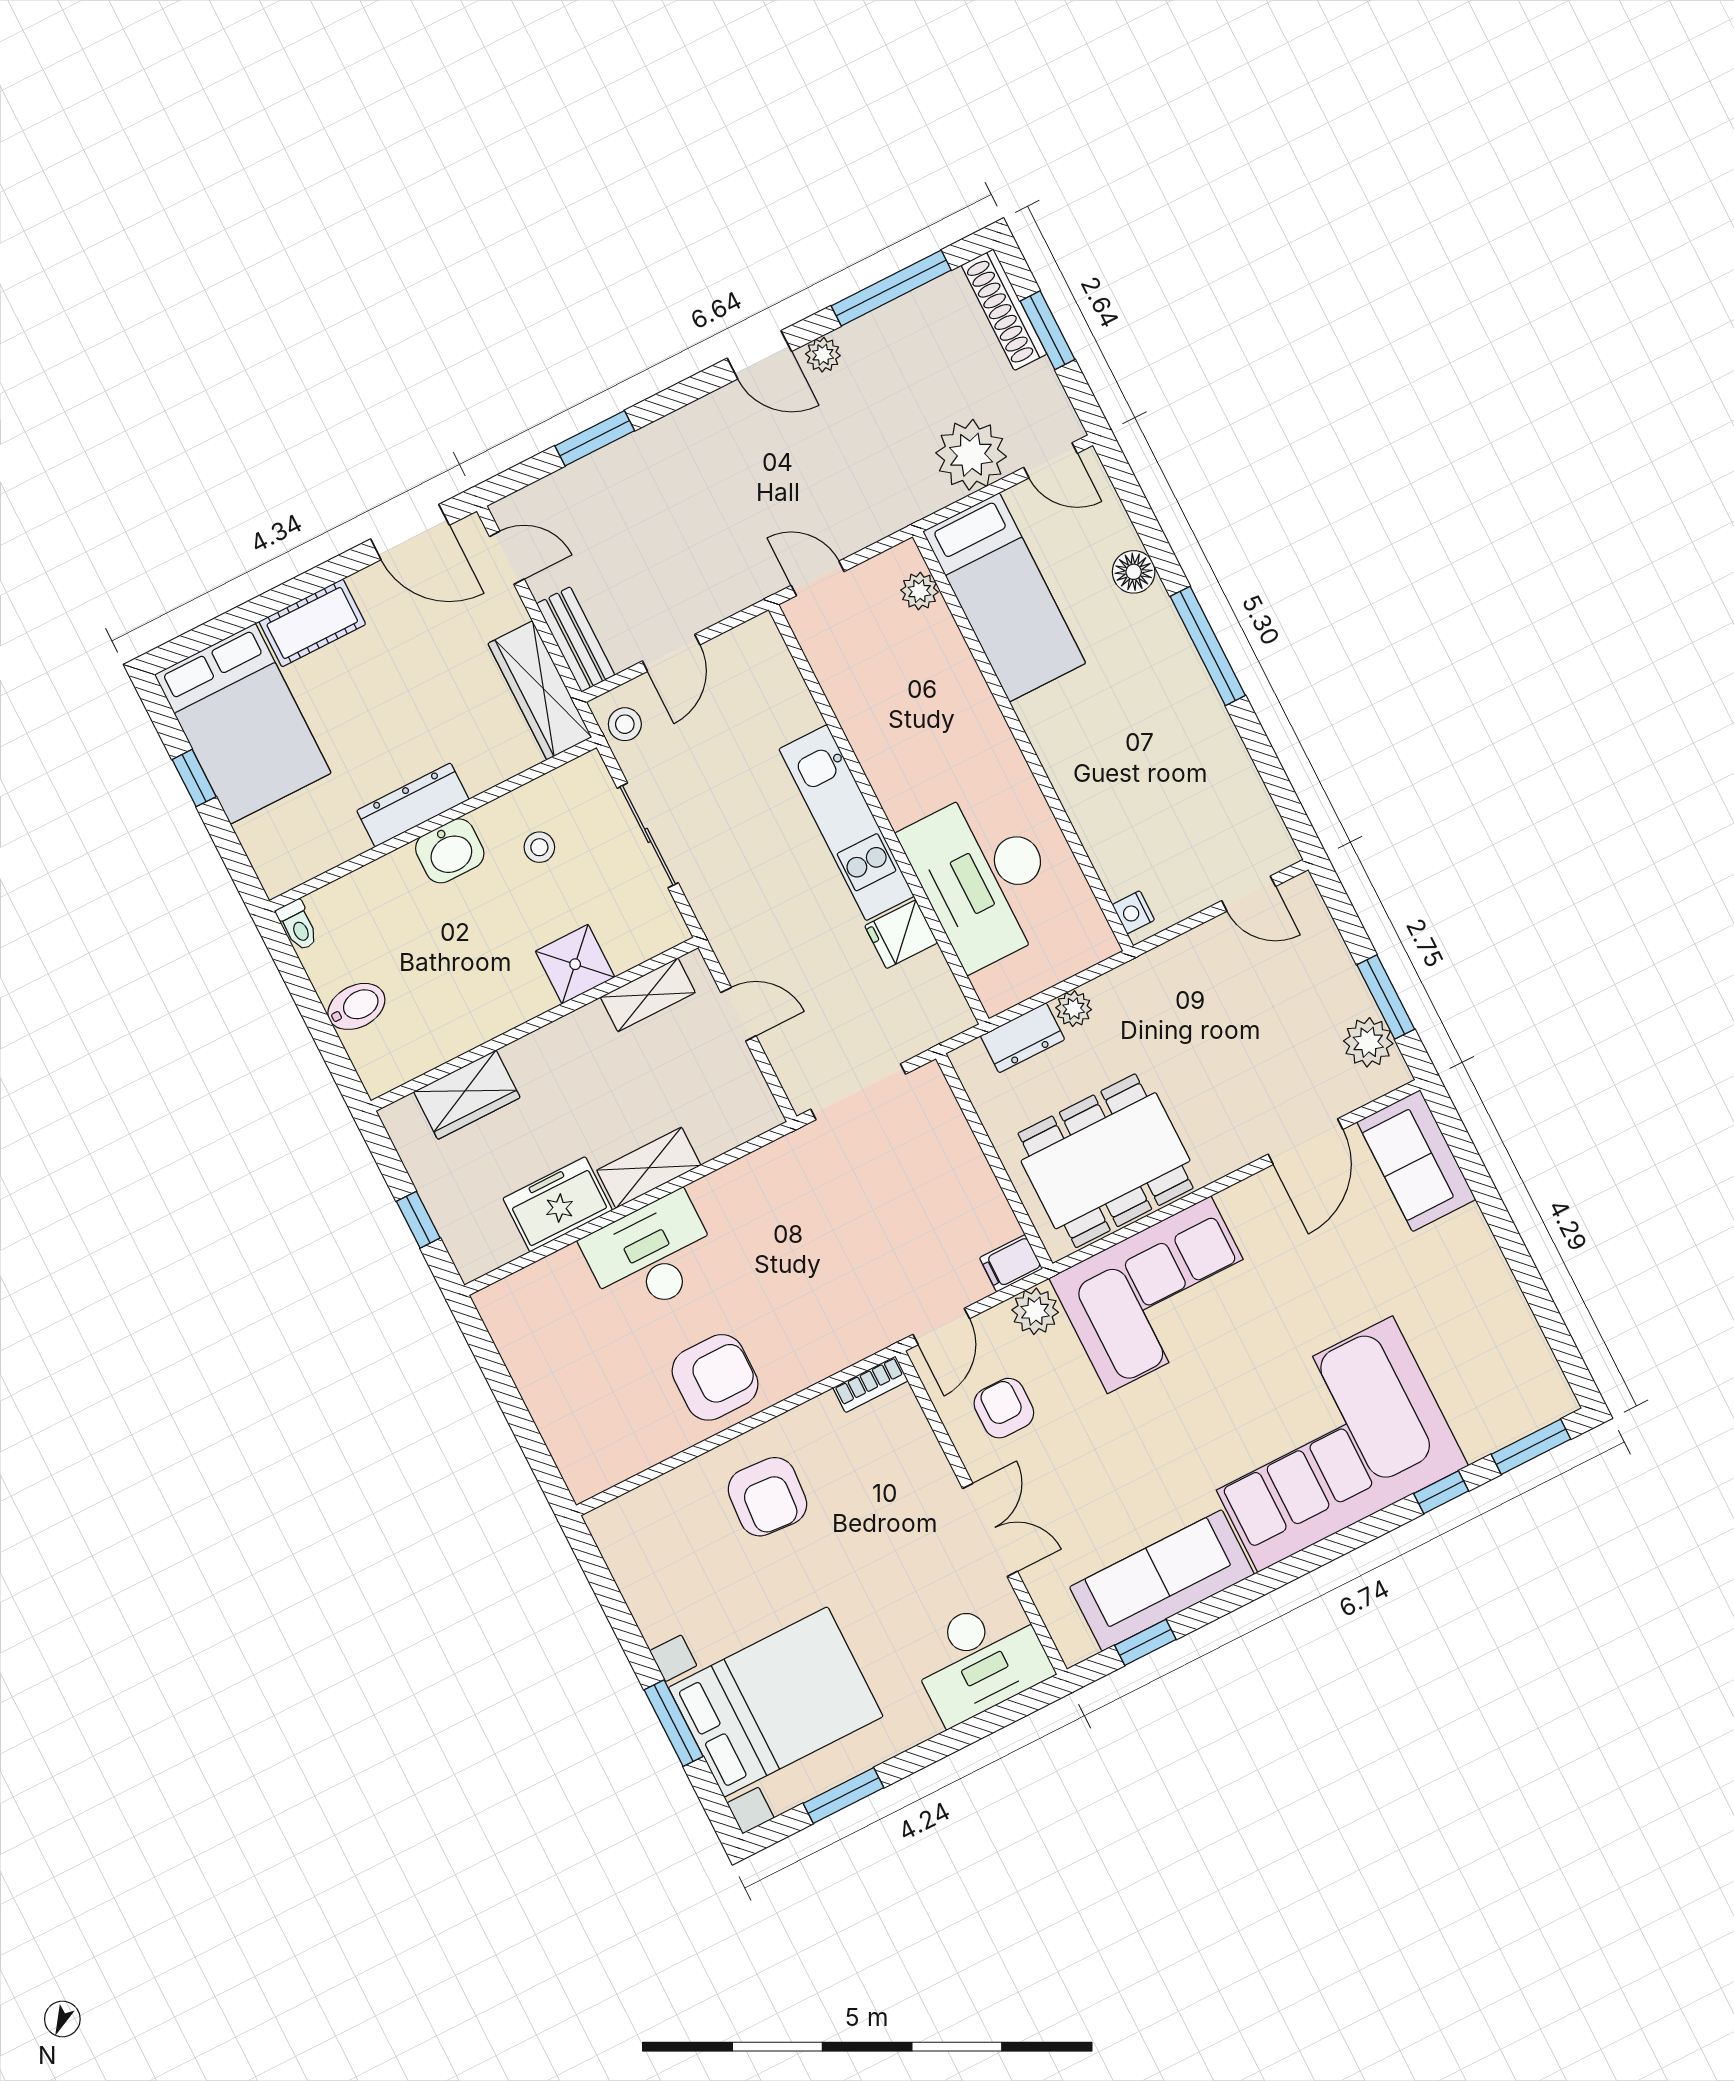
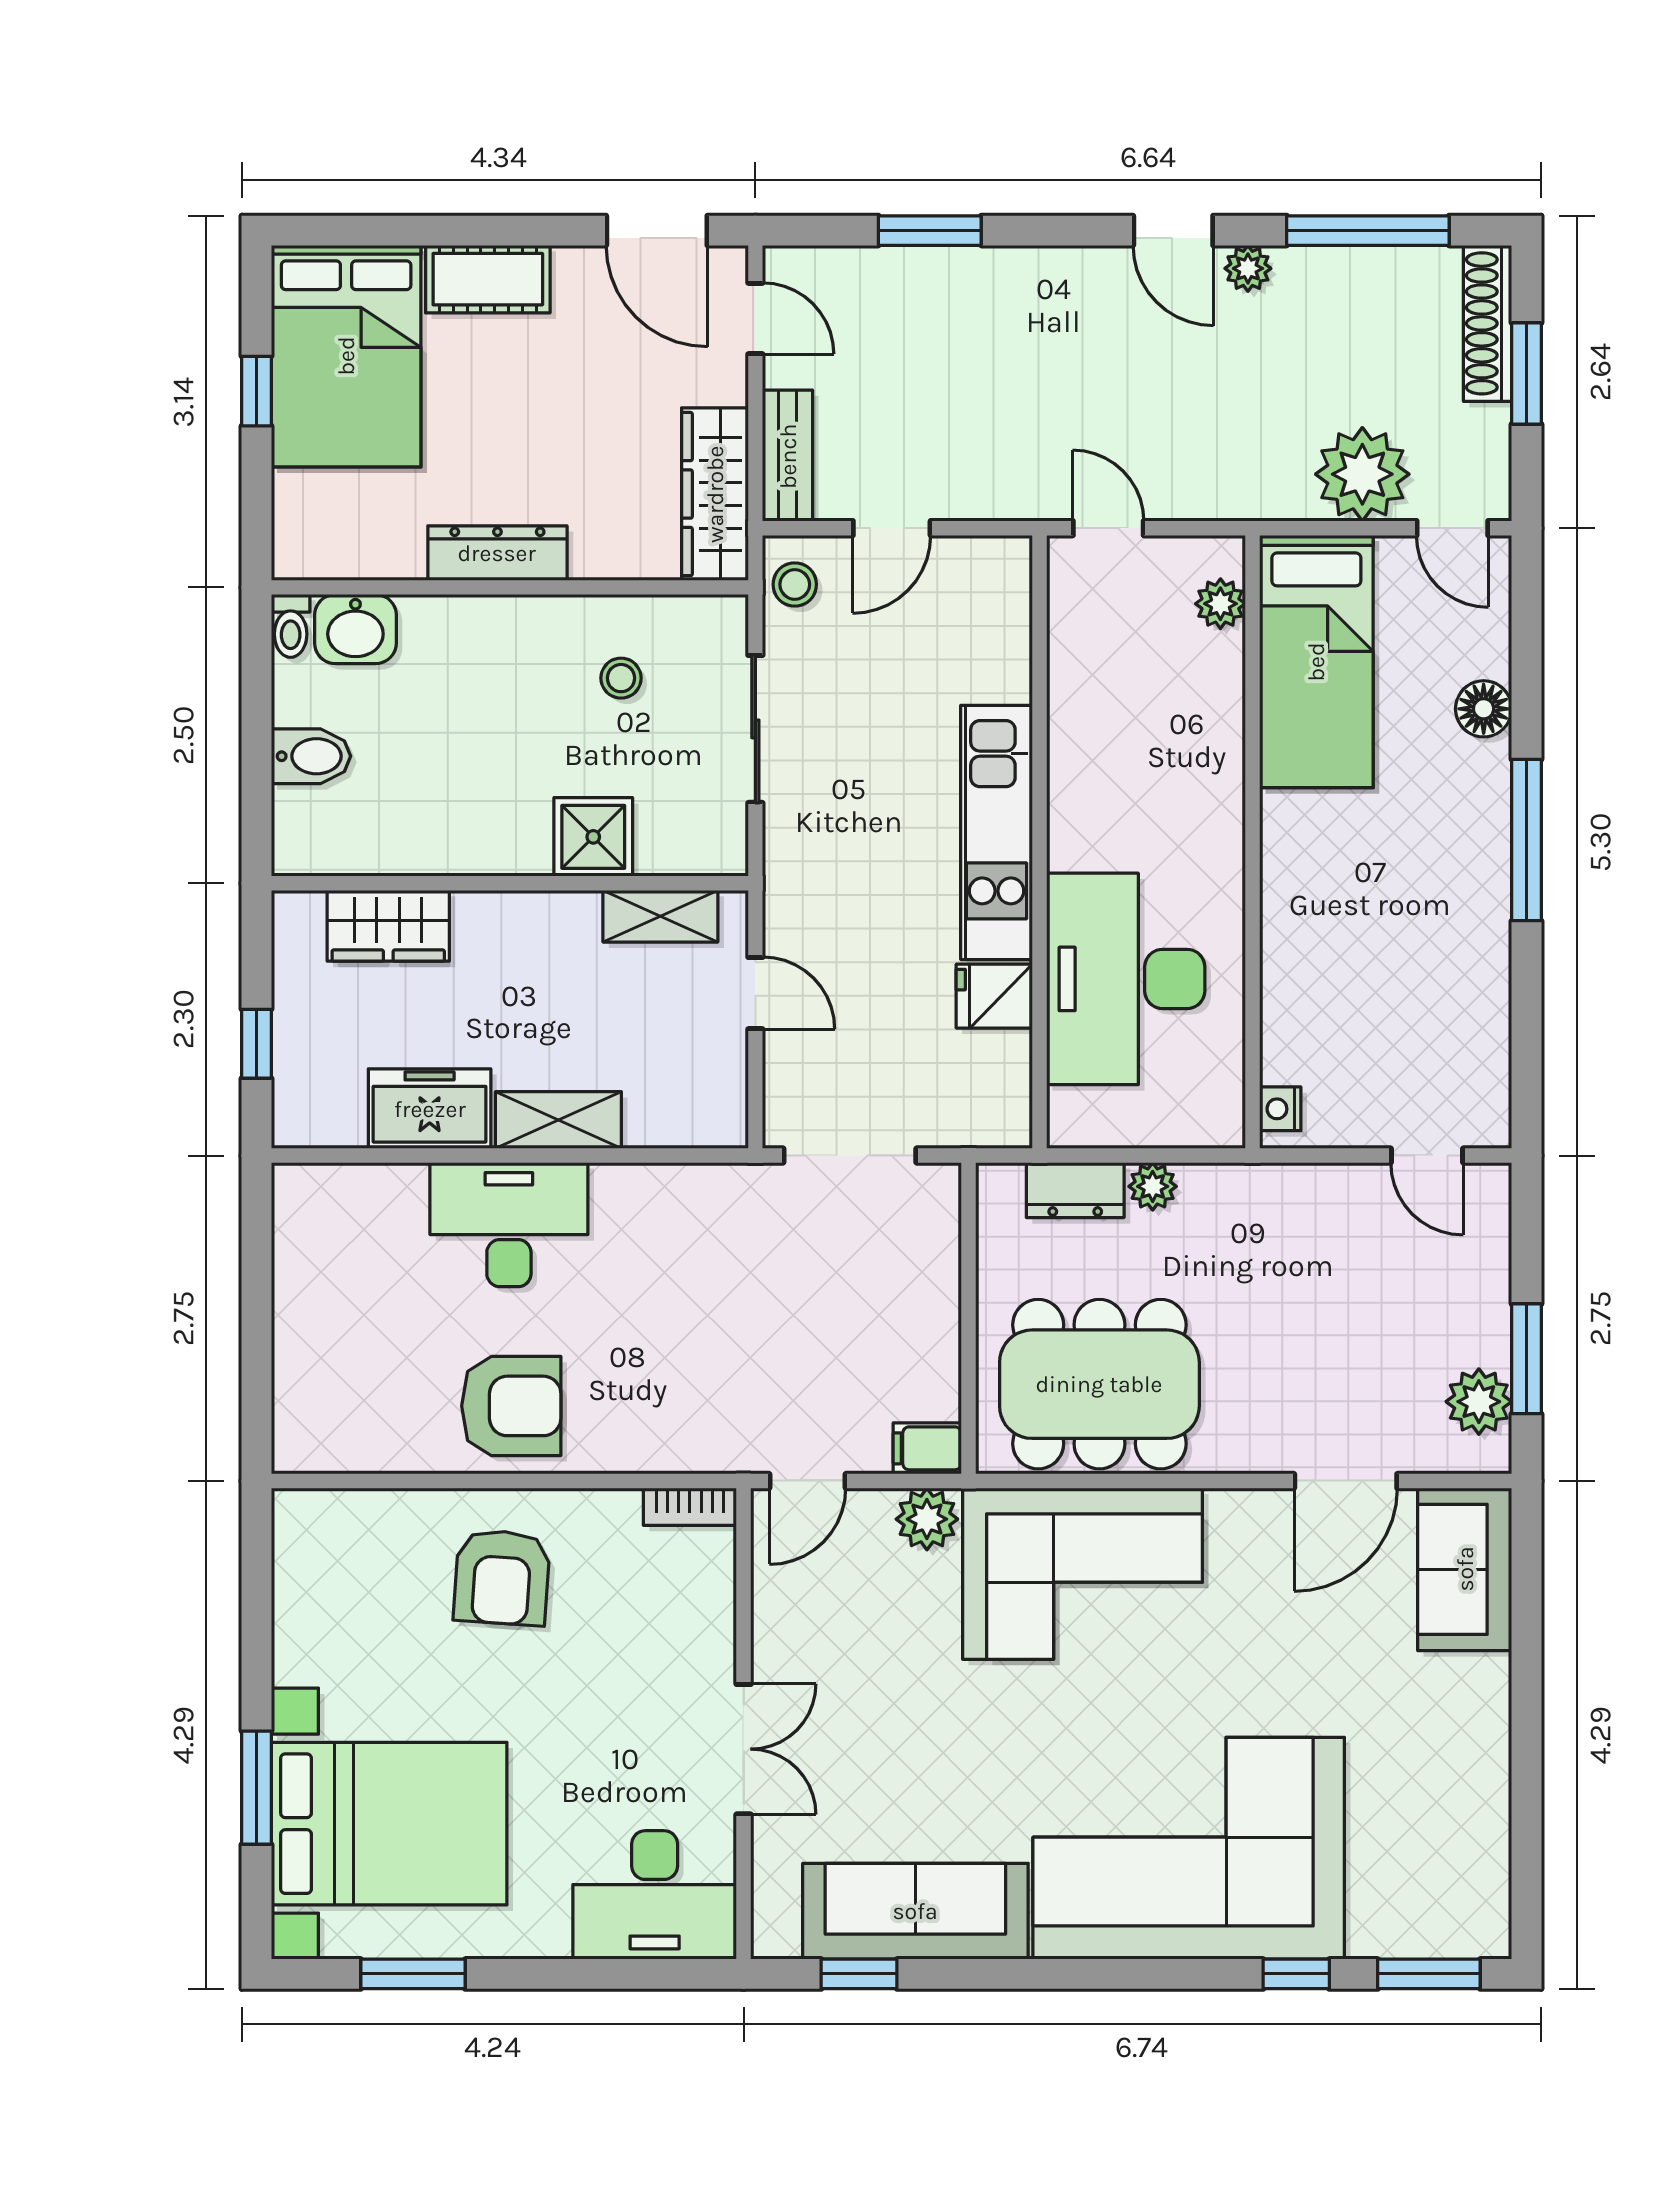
washbasin: (450, 851) -> (355, 629), moved
armchair: (1004, 1408) -> (833, 1614), removed

